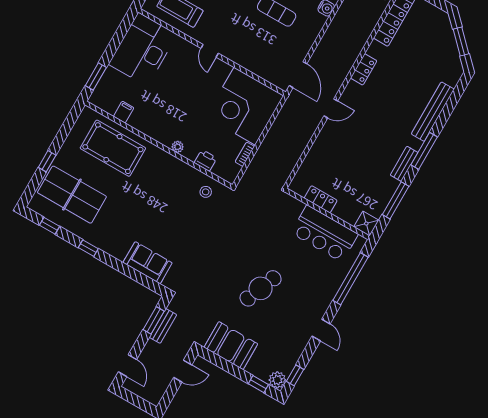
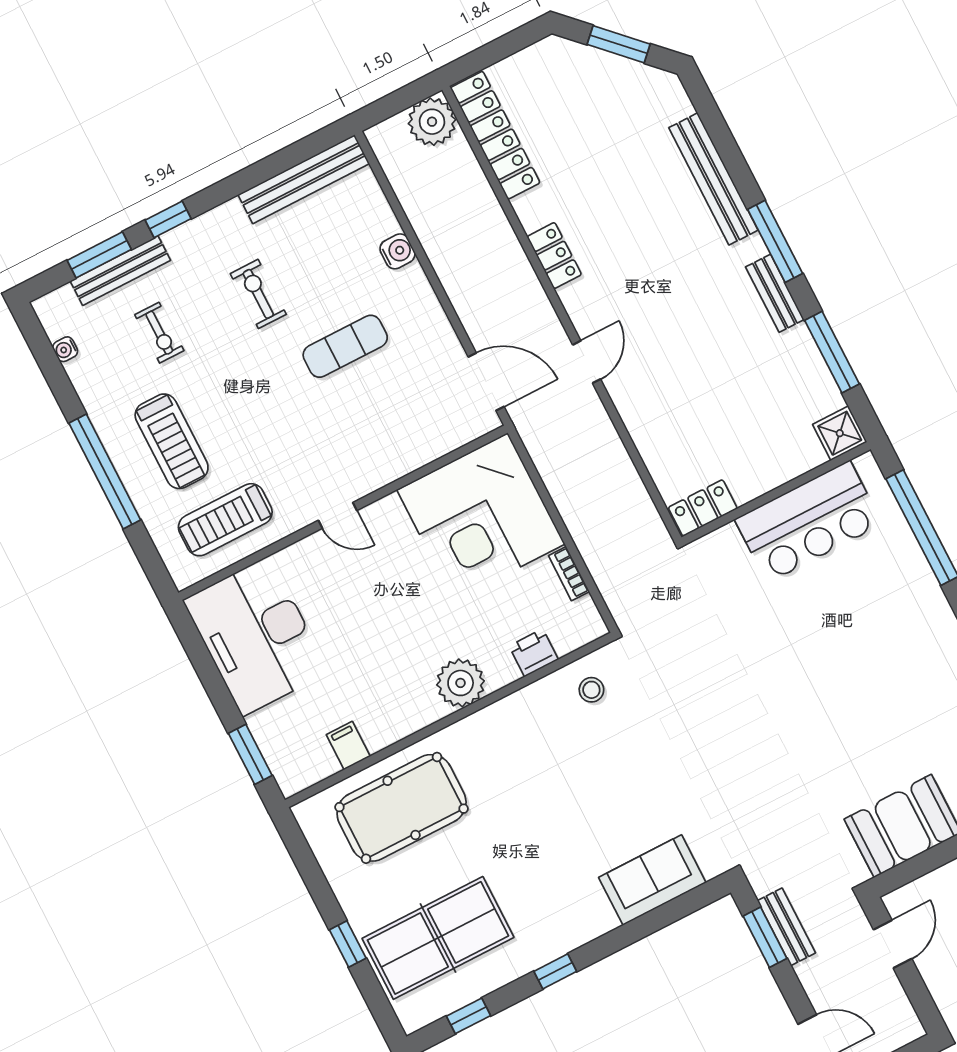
plant: (178, 147) -> (461, 683), width x1.88, depth x1.88
locker: (321, 199) -> (703, 508), moved
cafe table: (261, 288) -> (833, 704), removed

